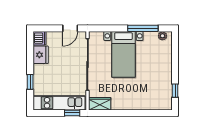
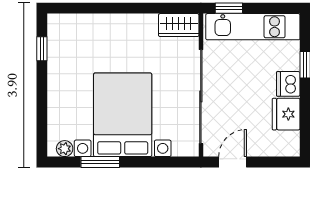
window: (143, 28) -> (100, 162), width x0.69
dishwasher: (39, 38) -> (288, 84), moved
bed with nightstands: (123, 54) -> (123, 115), width x1.36

